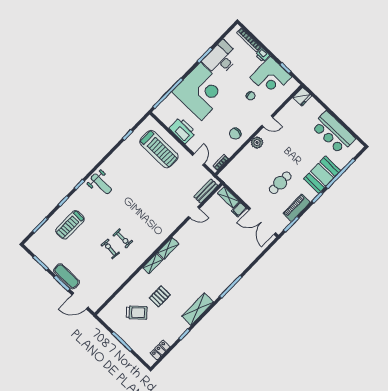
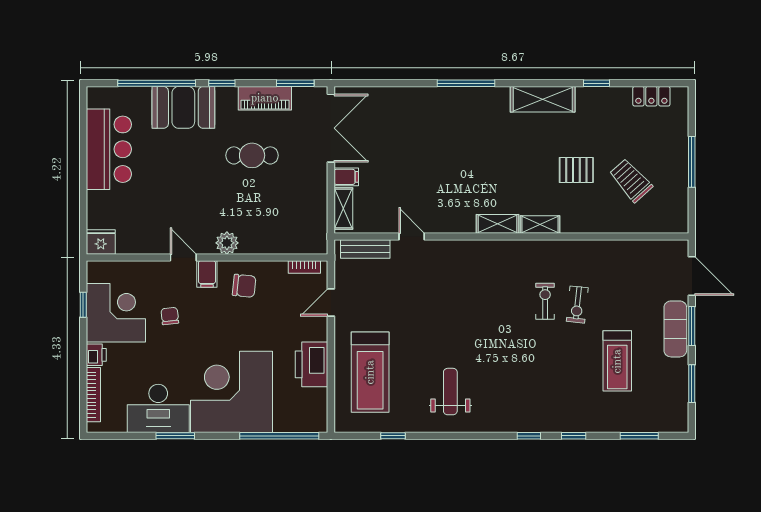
filing cabinet: (253, 124) -> (207, 274), added
treadmill: (159, 149) -> (370, 372), turned 180
weight bench: (101, 184) -> (450, 392), moved
treadmill: (70, 225) -> (617, 361), moved, turned 90

